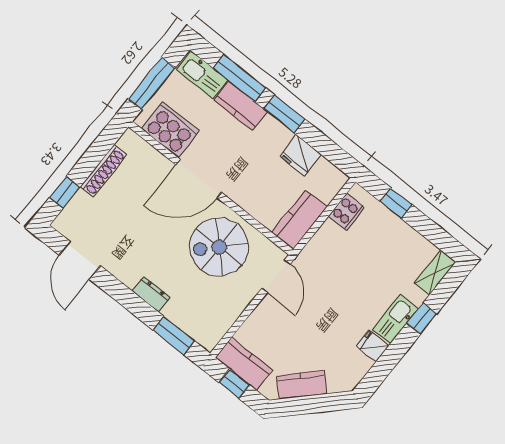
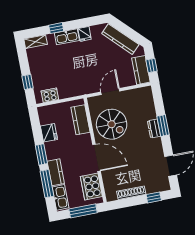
kitchen counter: (299, 220) -> (80, 120), moved, turned 90
door: (276, 276) -> (110, 92), moved
window: (174, 335) -> (163, 126), moved
kitchen counter: (302, 385) -> (120, 39), width x1.50

